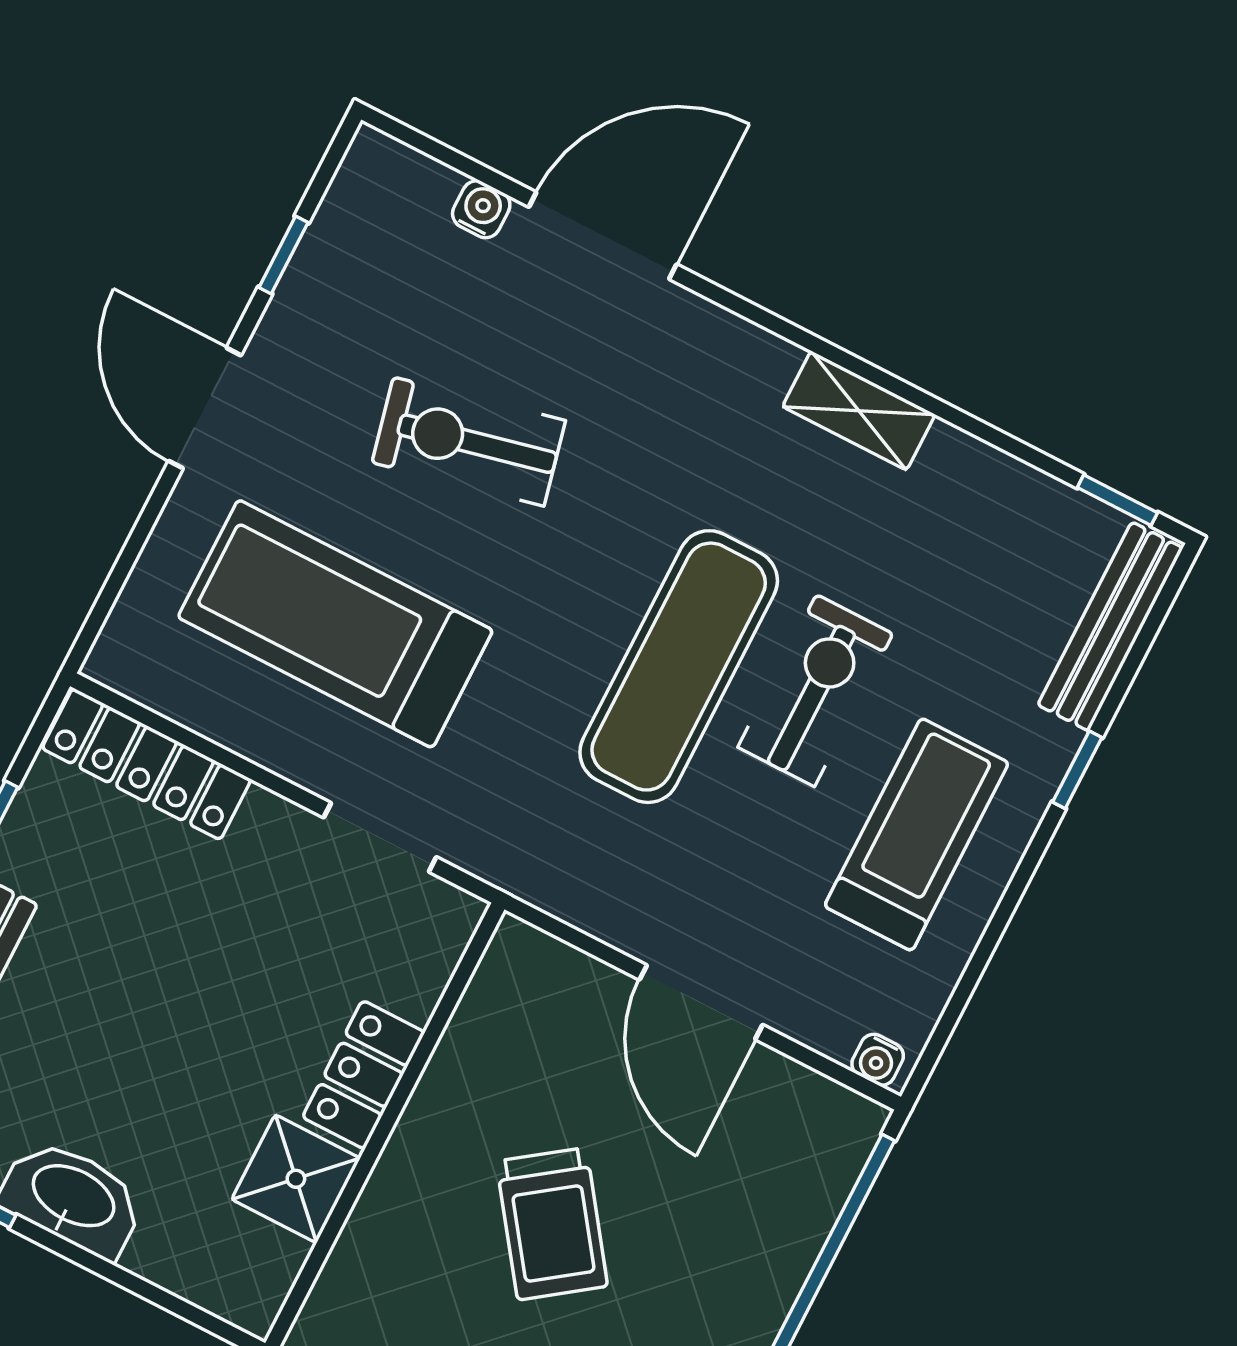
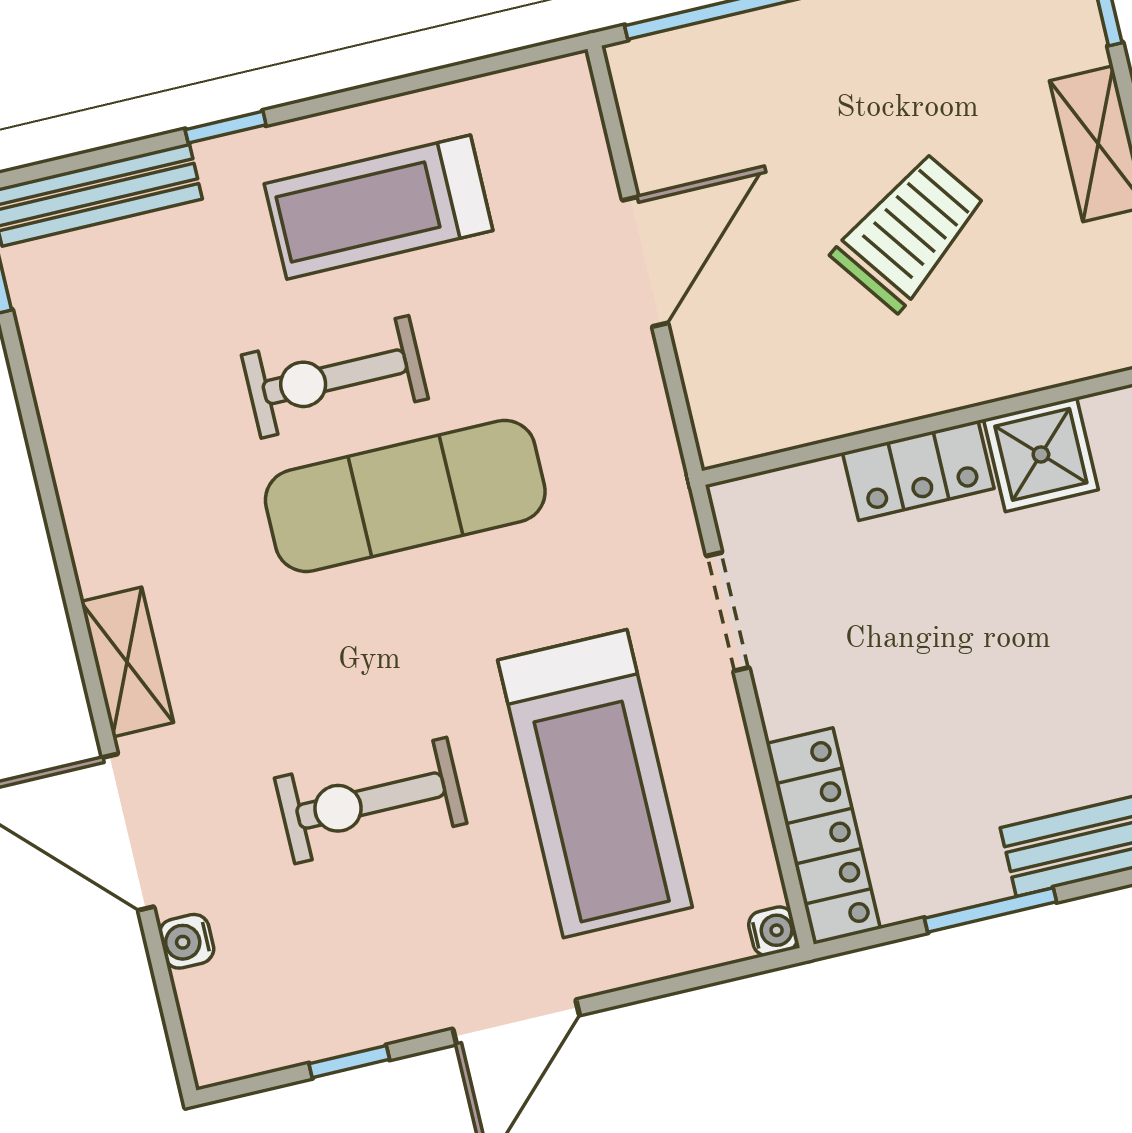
shelving: (859, 411) -> (127, 662), moved
exercise bike: (469, 442) -> (371, 801), turned 103
water cooler: (878, 1060) -> (773, 931), moved

